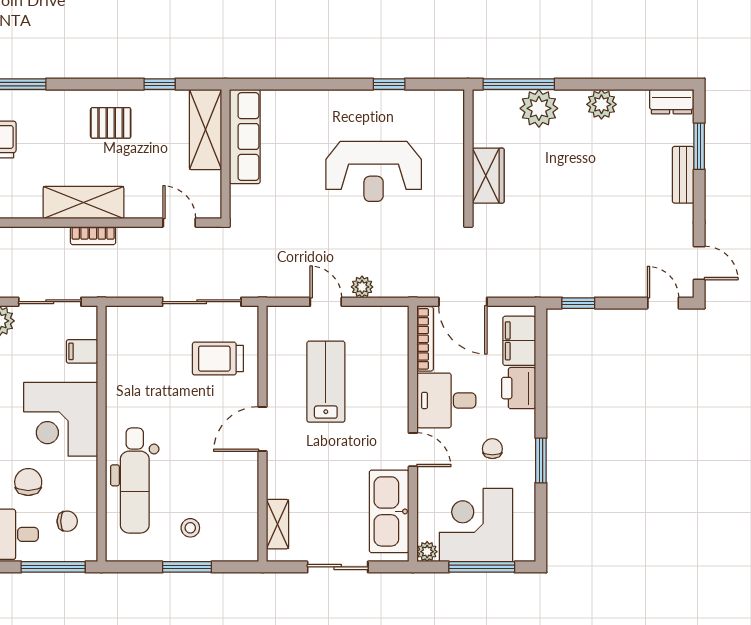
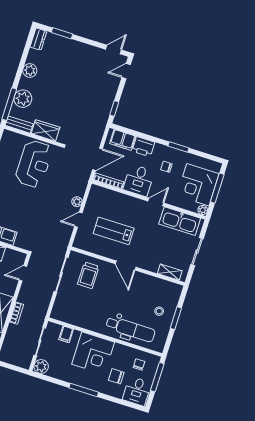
reception desk: (374, 171) -> (34, 164), moved
bench: (683, 175) -> (19, 125), moved

